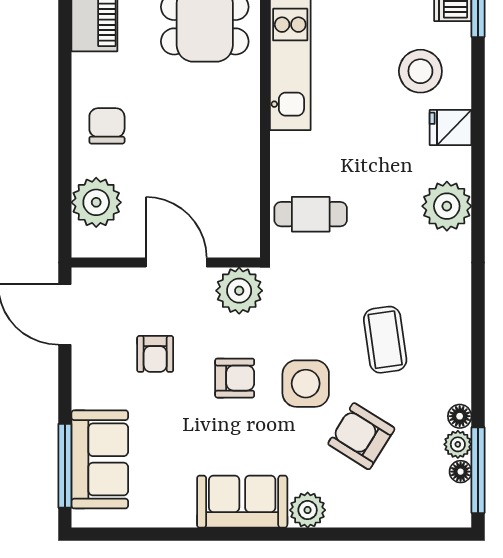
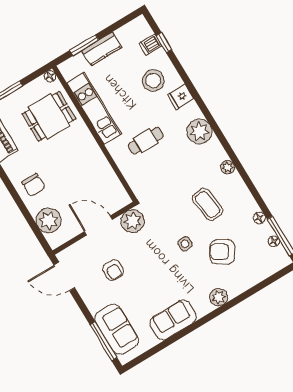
chair: (107, 126) -> (33, 185), turned 180
cafe table: (311, 214) -> (146, 141), moved
armchair: (235, 378) -> (153, 260), removed
side table: (306, 384) -> (185, 244), width x0.54, depth x0.54
plant: (458, 444) -> (228, 167), moved
sofa: (242, 502) -> (173, 320), moved

